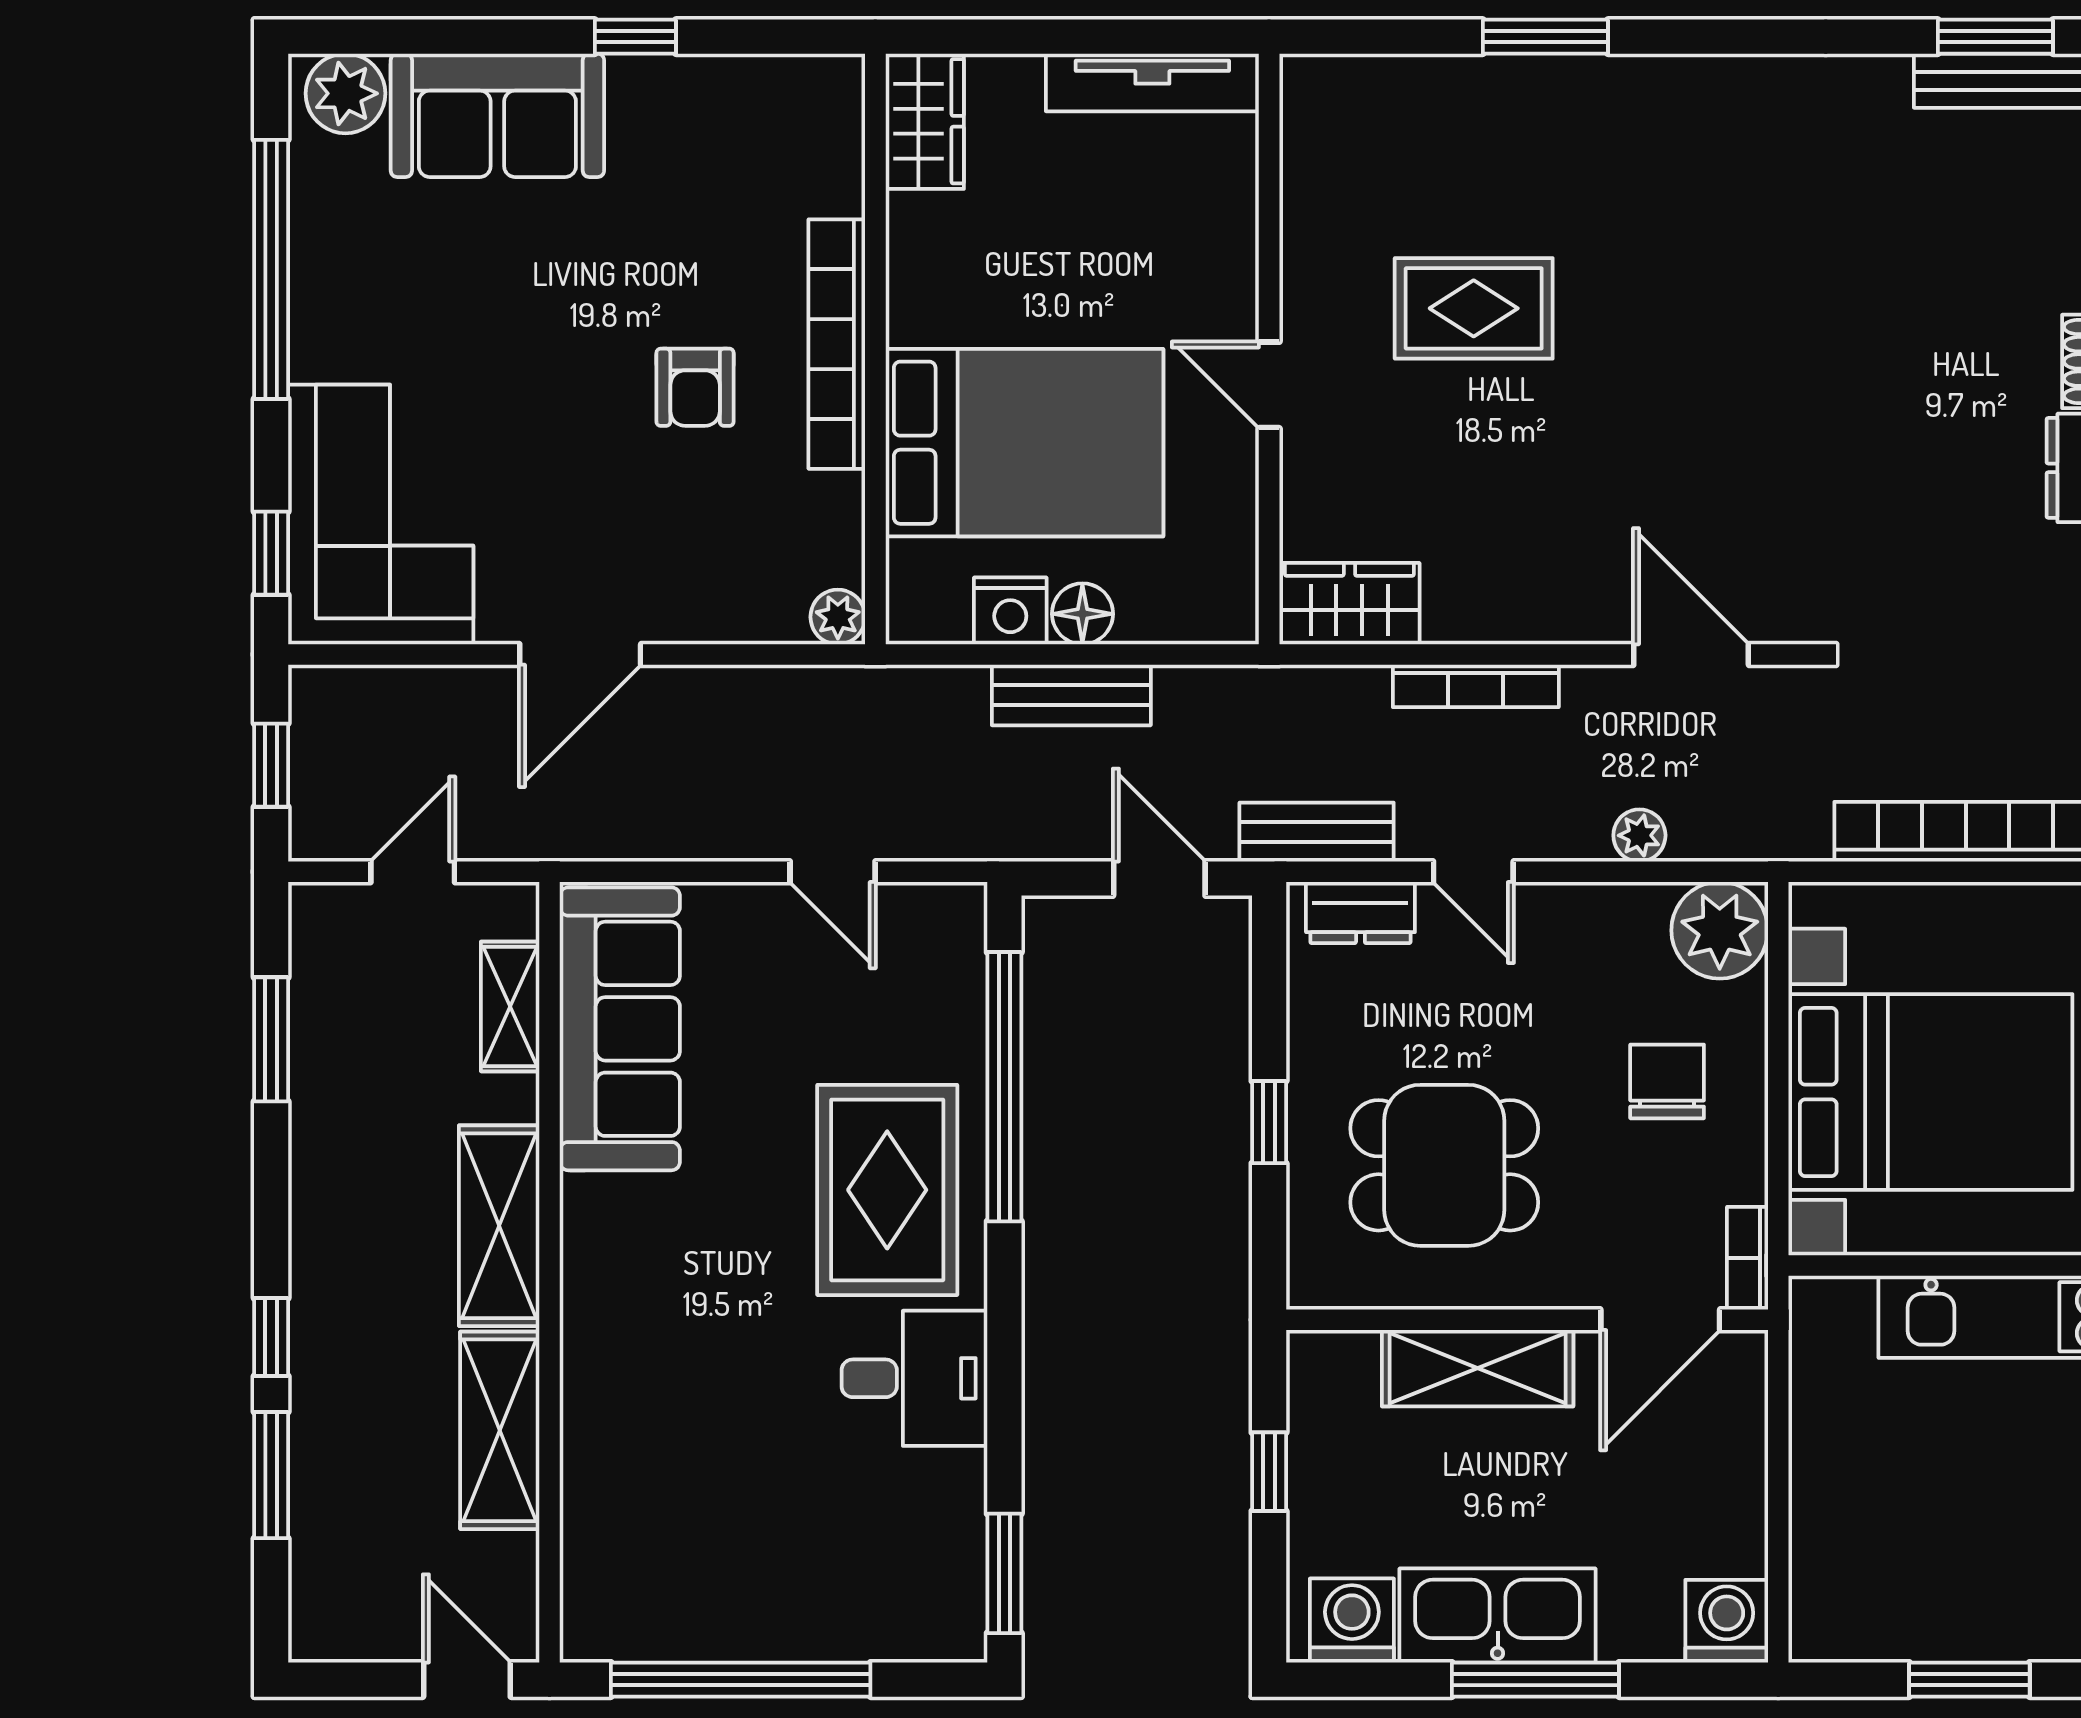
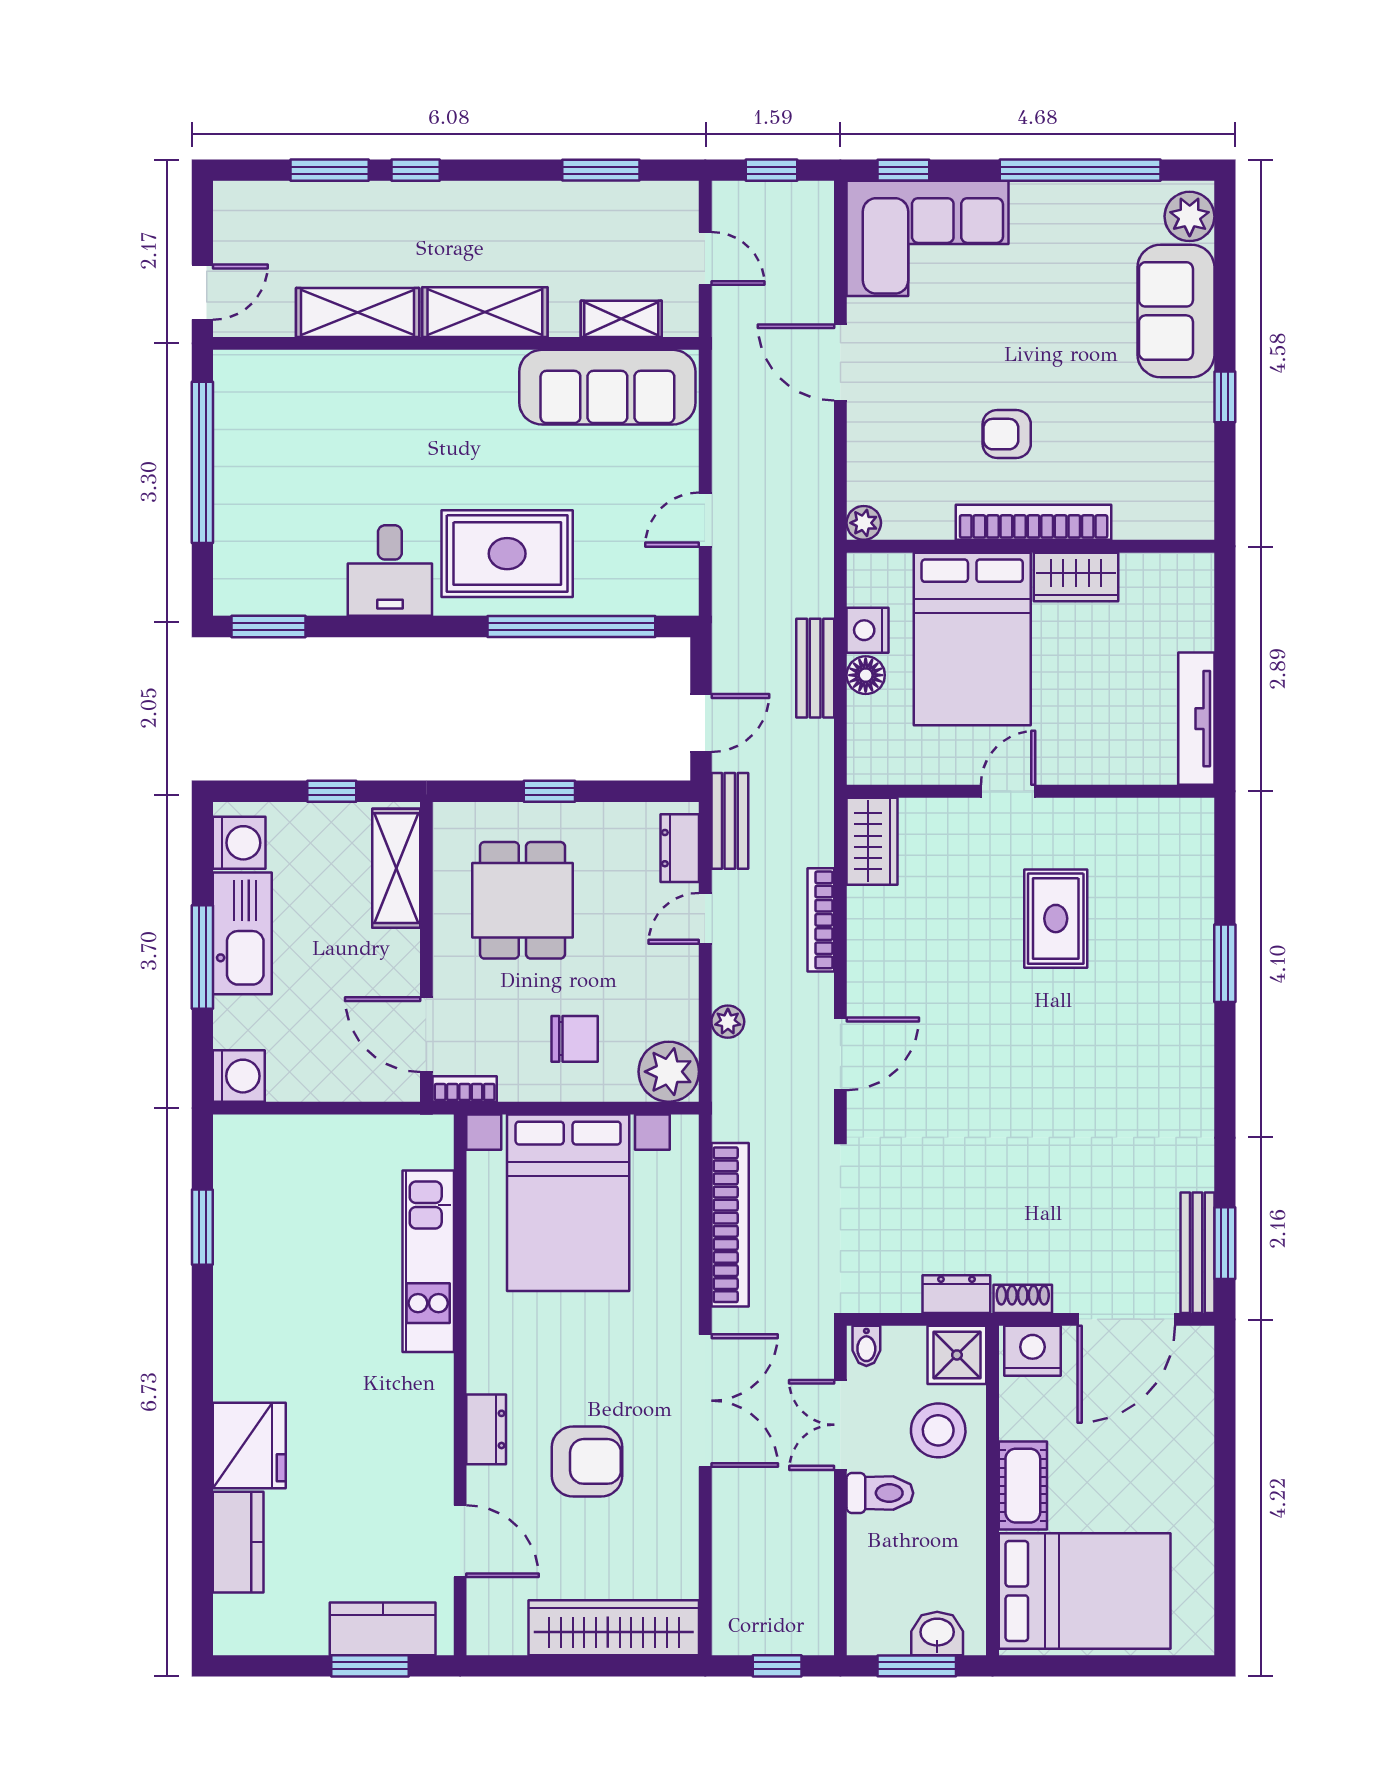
wardrobe: (925, 121) -> (1076, 577), moved
shelving: (1478, 1368) -> (396, 868), moved

